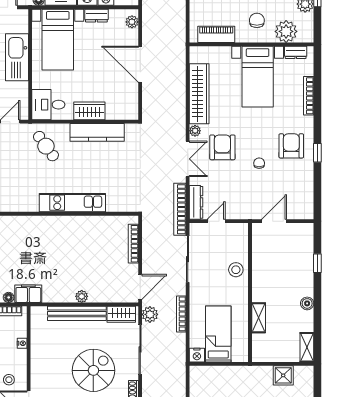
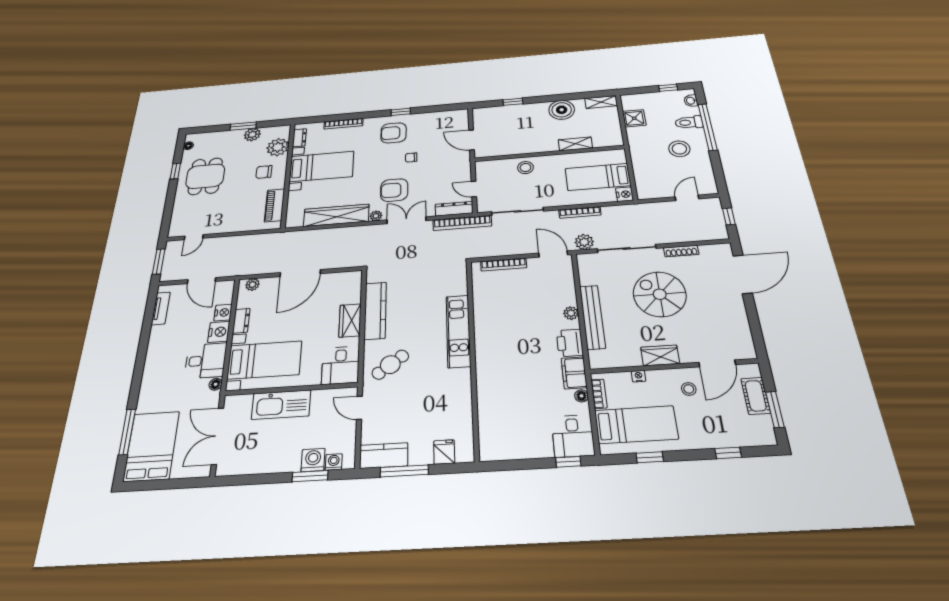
printer: (55, 293) -> (570, 343), added
boiler: (307, 303) -> (562, 110), width x1.86, depth x1.86
wardrobe: (121, 314) -> (660, 355), moved, turned -90

